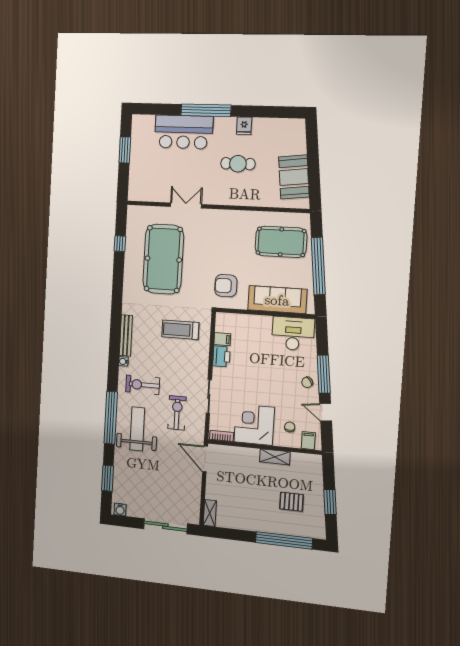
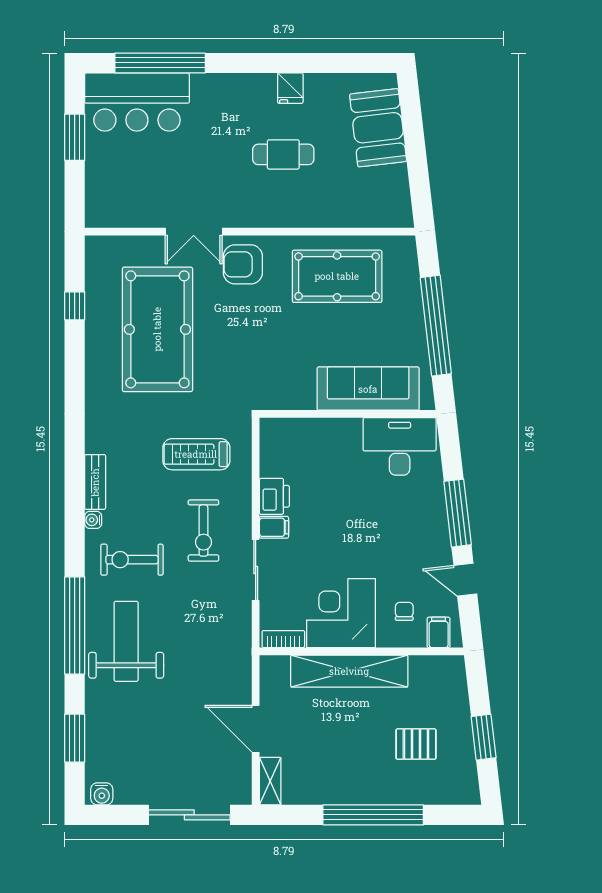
window: (206, 110) -> (160, 63), moved
bar counter: (184, 132) -> (137, 102), moved
booth: (294, 177) -> (378, 128), moved
double door: (186, 205) -> (194, 232), swing flipped
pool table: (281, 242) -> (337, 276), moved
armchair: (226, 286) -> (243, 264), moved
bench: (126, 335) -> (95, 482), width x0.73
filing cabinet: (222, 339) -> (274, 527), moved
chair: (307, 382) -> (430, 530), removed
exercise bike: (177, 413) -> (203, 531), moved, turned 180
shelving: (275, 457) -> (349, 671), width x2.20, depth x1.33
door: (205, 459) -> (256, 729), moved
window: (284, 540) -> (373, 815), moved

